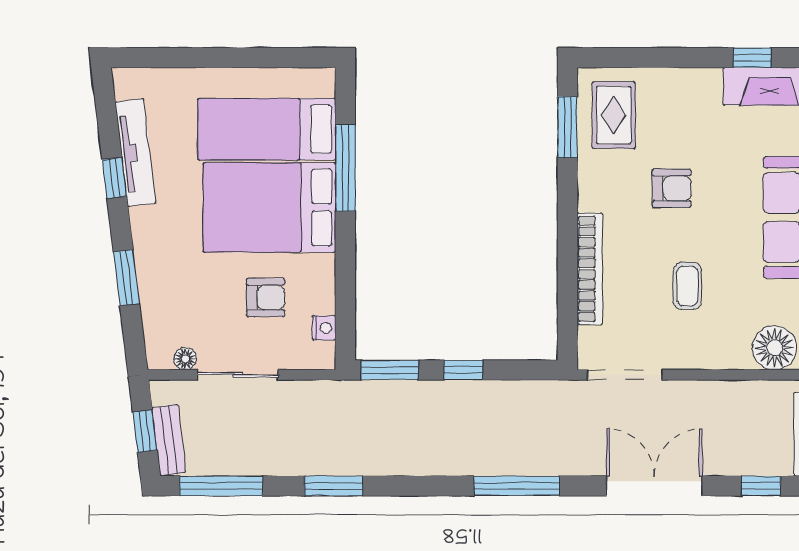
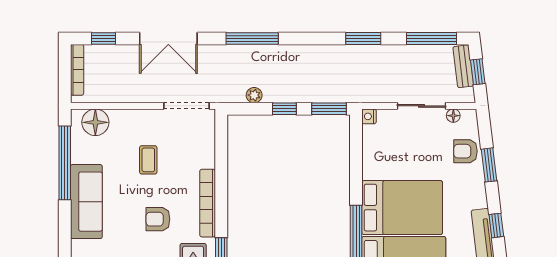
bookcase: (590, 269) -> (208, 203), moved
armchair: (266, 298) -> (465, 151), moved
nightstand: (324, 328) -> (369, 116), moved
plant: (513, 392) -> (254, 95), added

